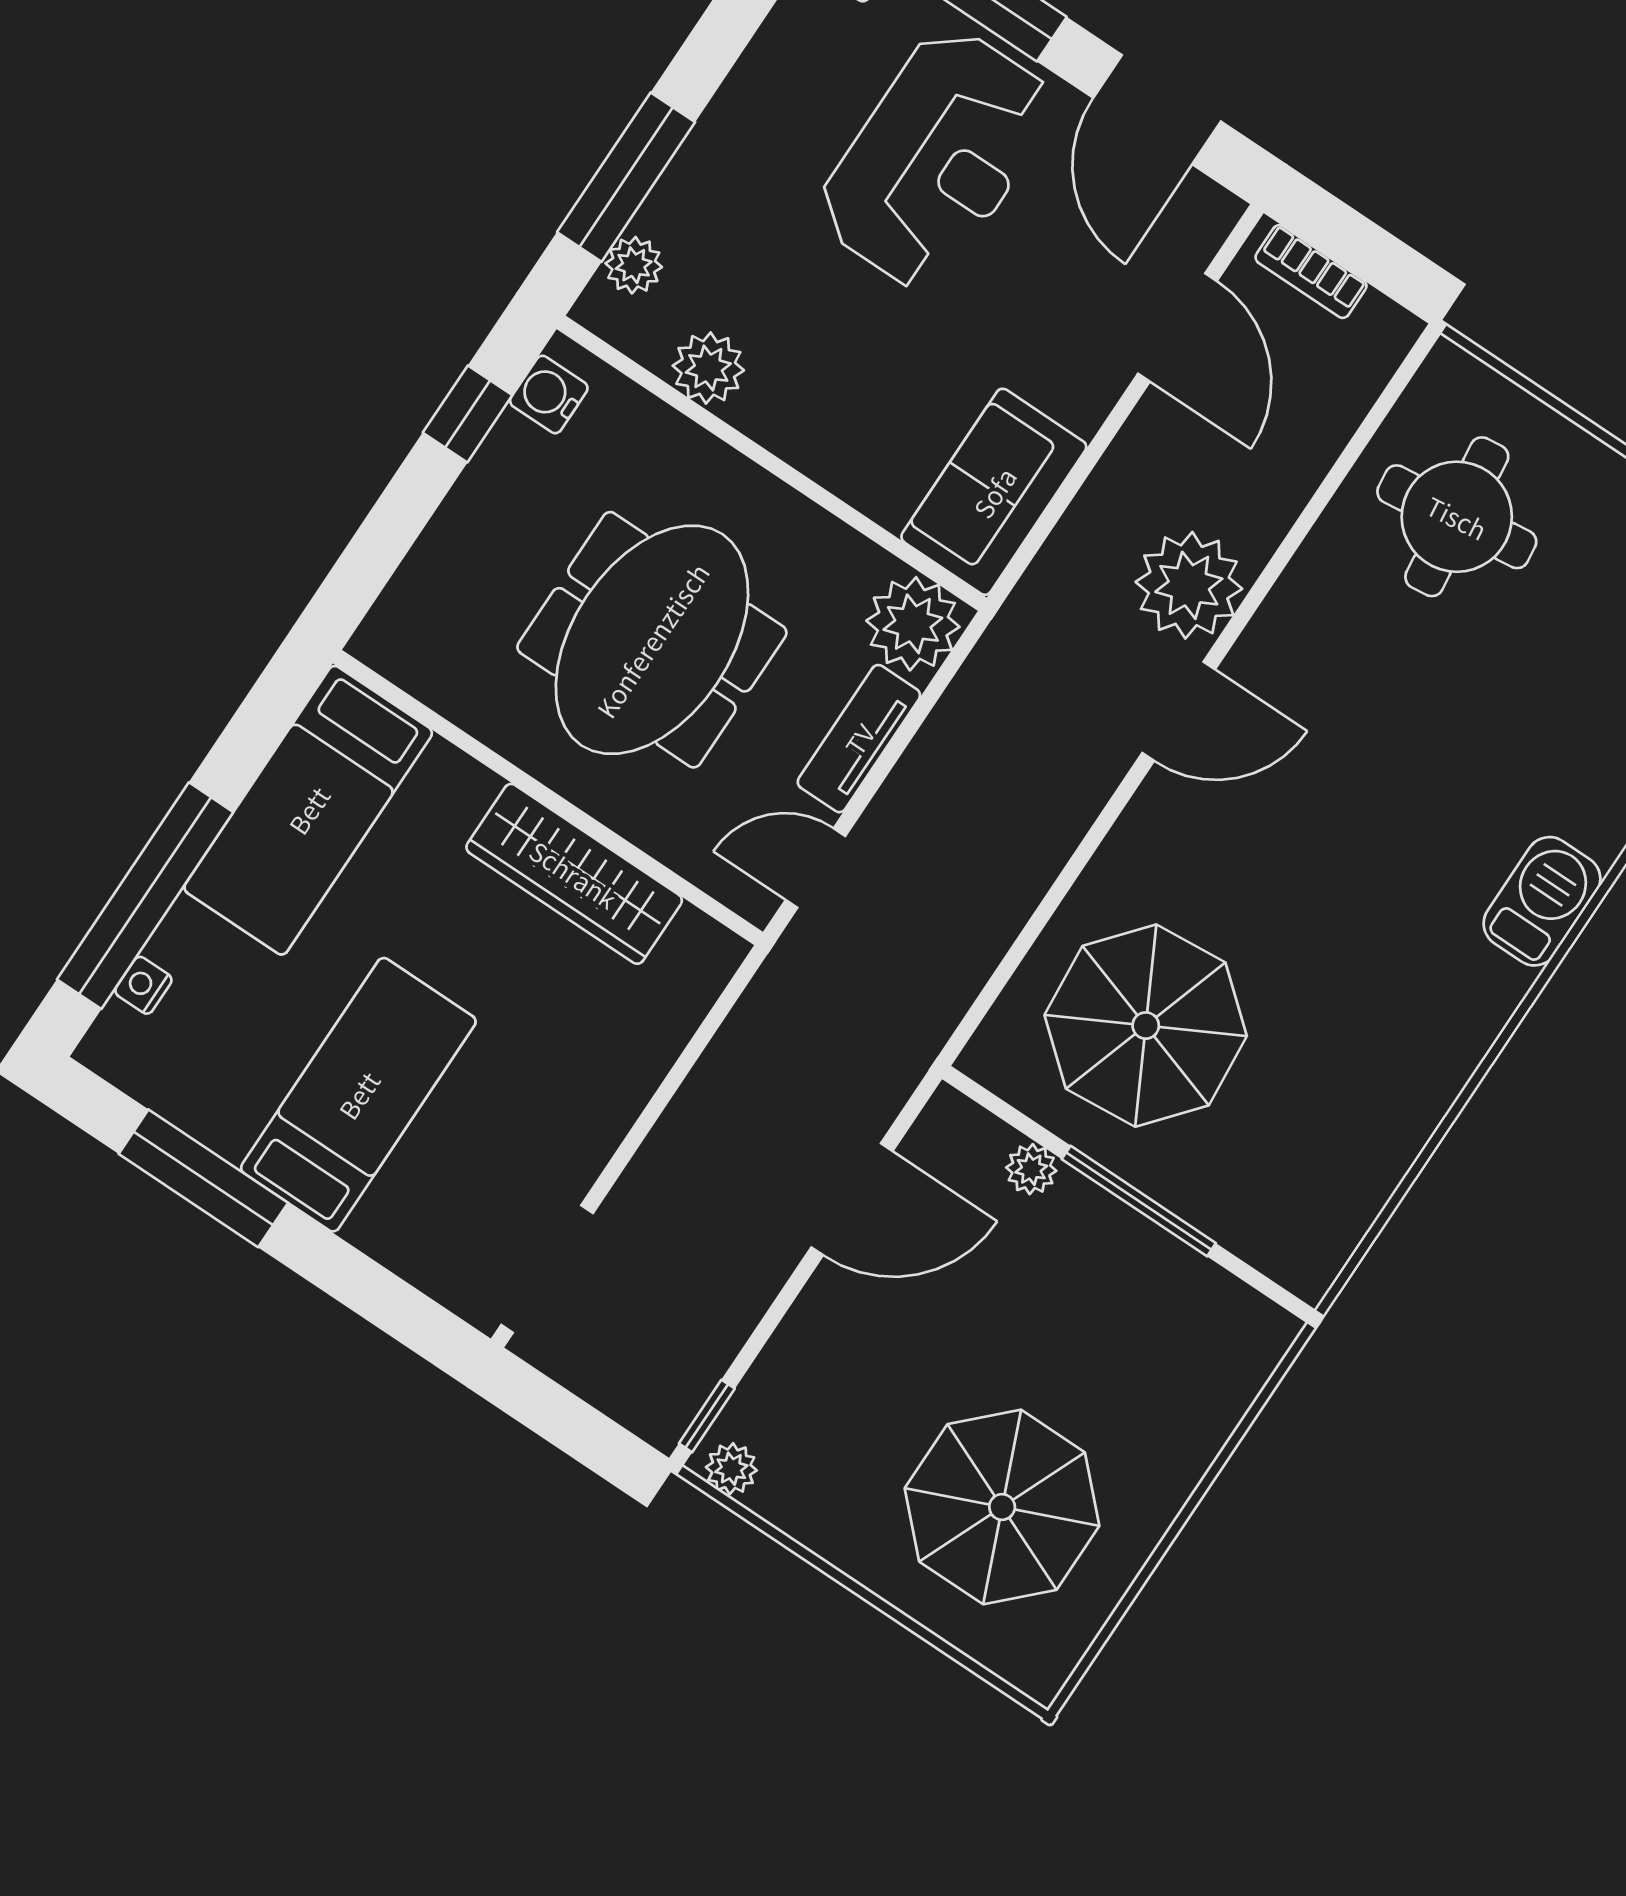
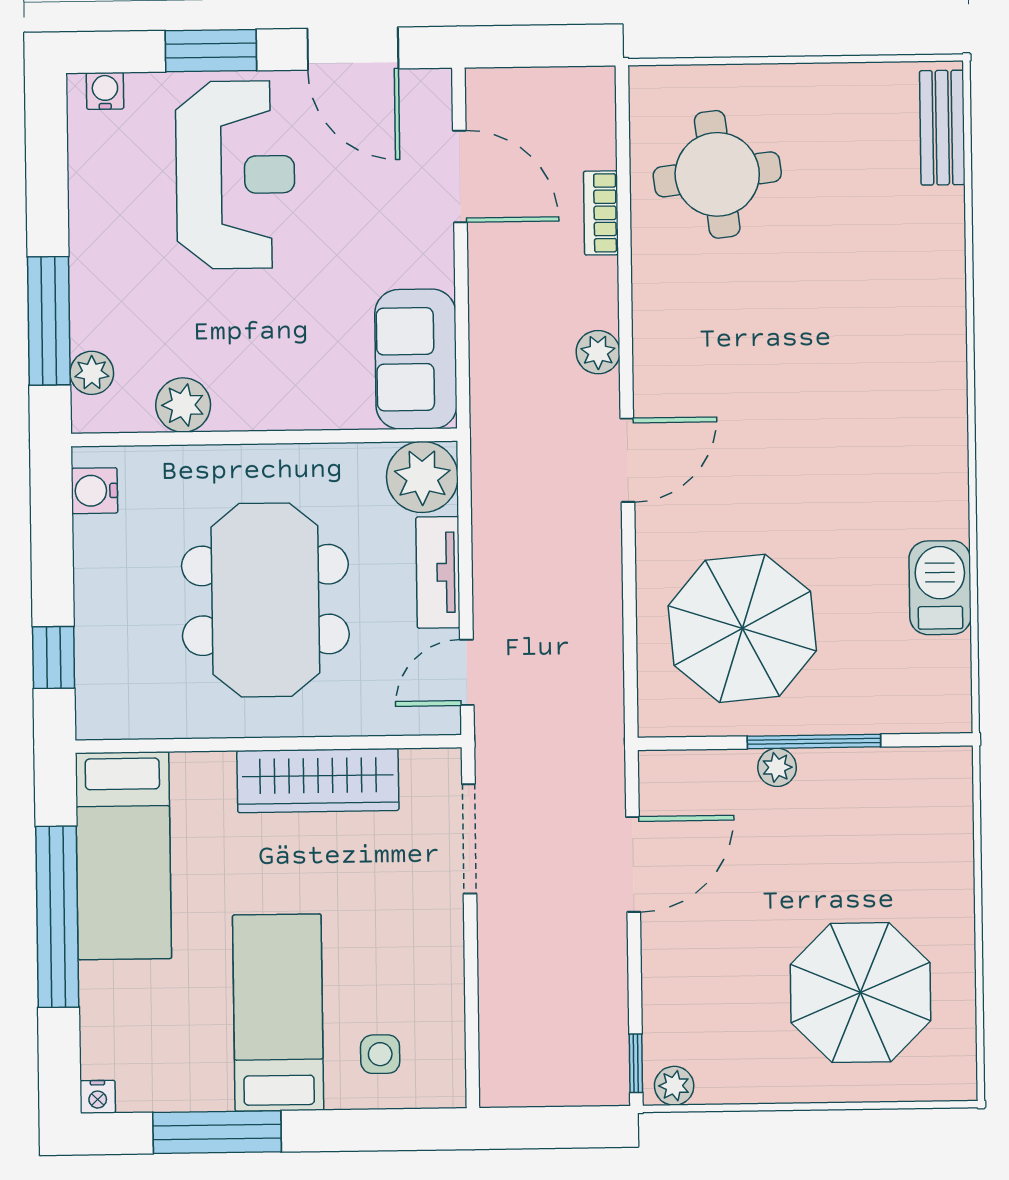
bookcase: (1311, 272) -> (601, 213), moved, turned 90
window: (468, 414) -> (54, 658), moved
plant: (1189, 585) -> (598, 352), width x0.53, depth x0.53
door: (1179, 711) -> (627, 460), moved
window: (145, 896) -> (57, 917), moved
barbecue: (1542, 901) -> (940, 588), moved
nightstand: (143, 985) -> (98, 1097), moved, turned -90
plant: (1031, 1169) -> (777, 767), moved
side table: (438, 1216) -> (380, 1054), added
doorway: (547, 1269) -> (469, 839), moved

